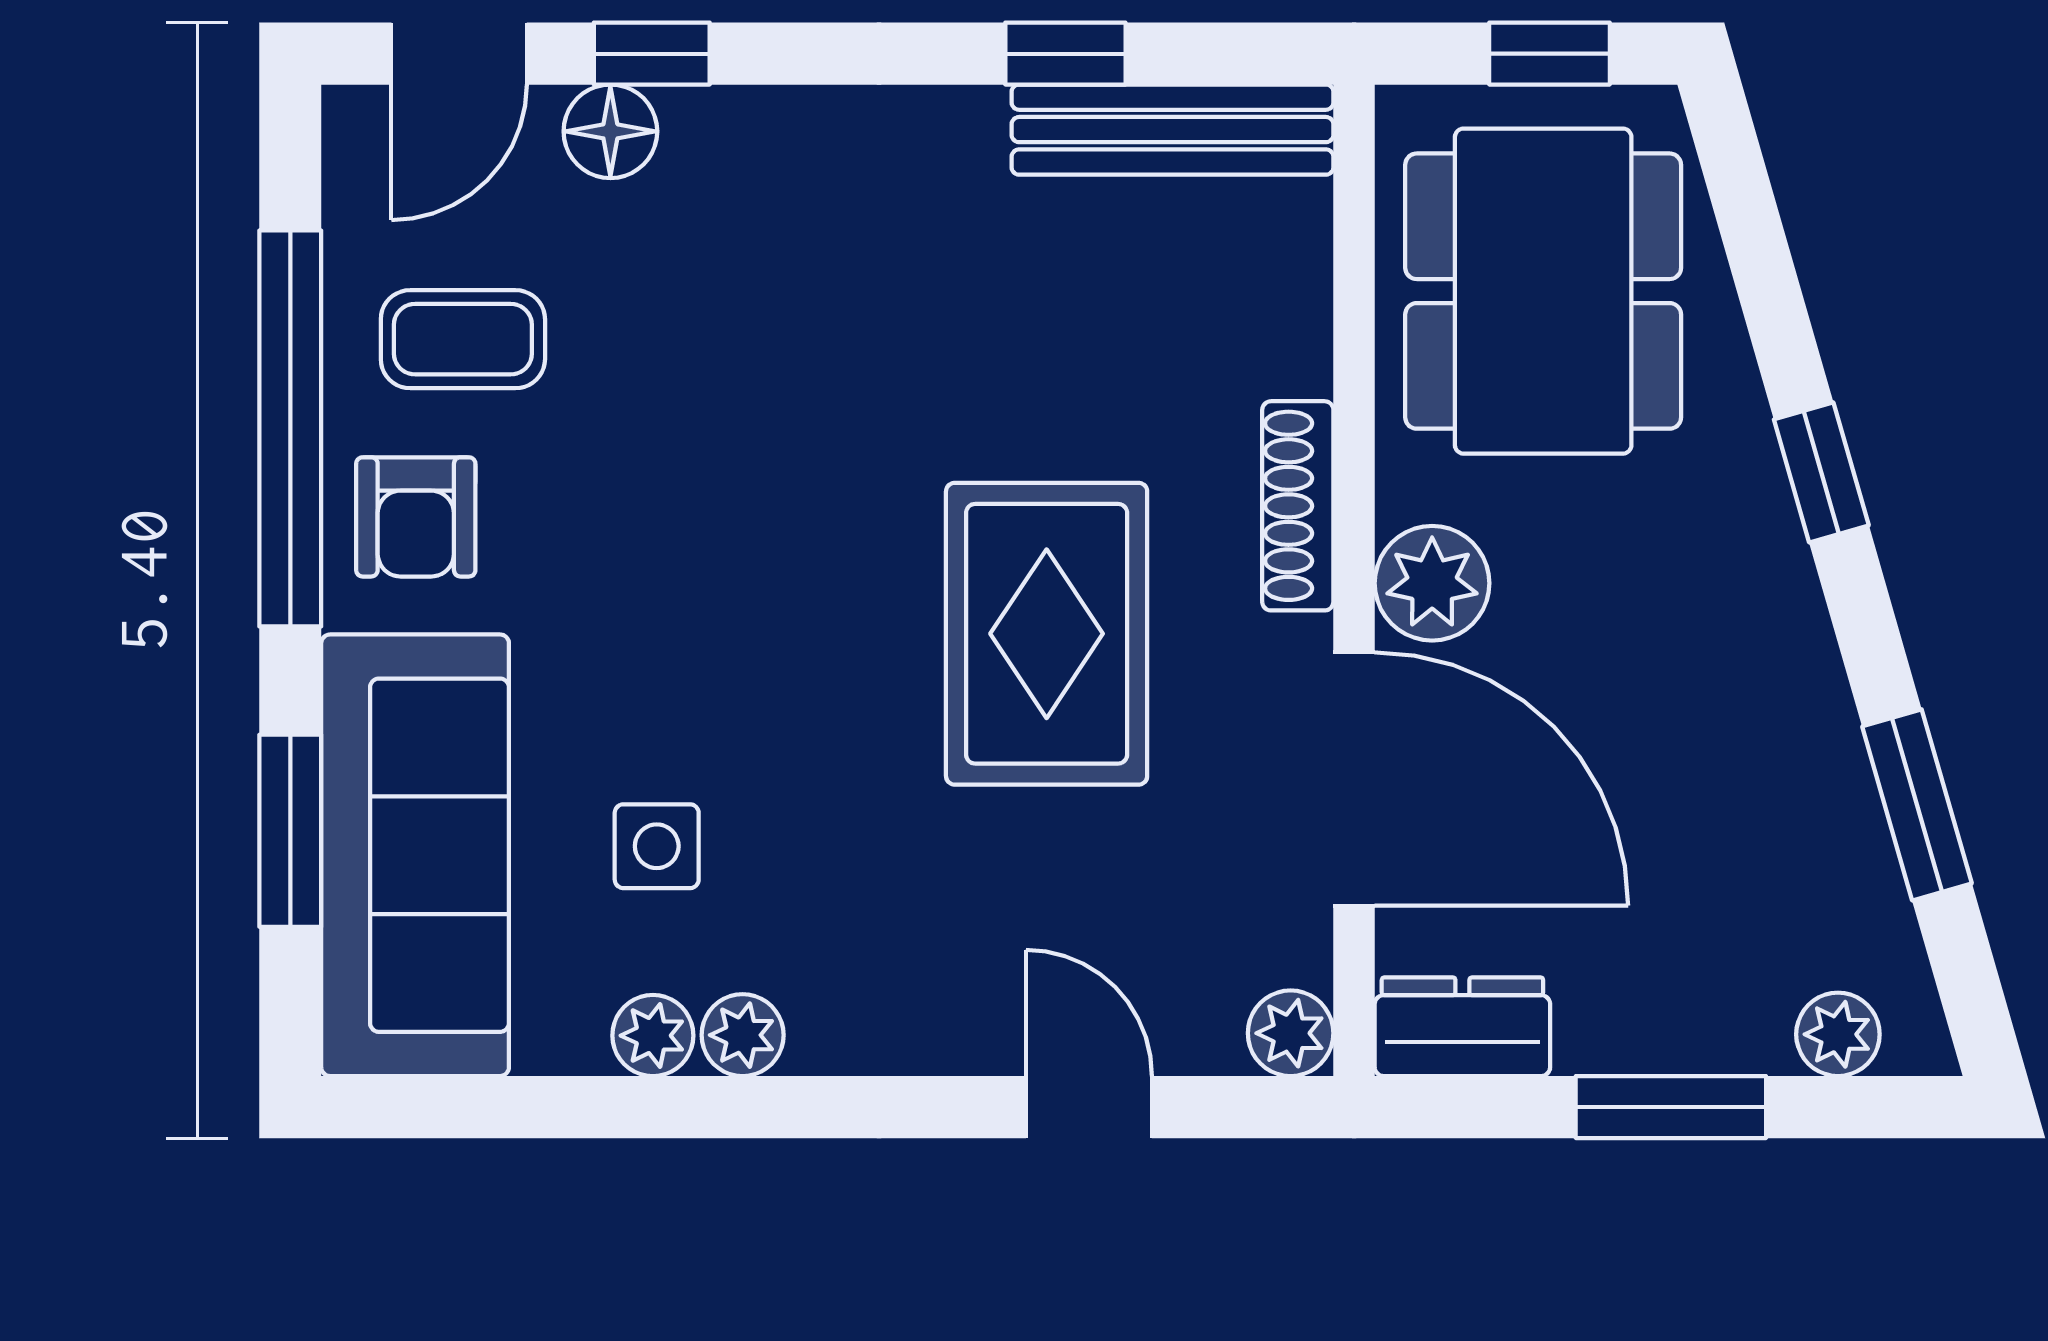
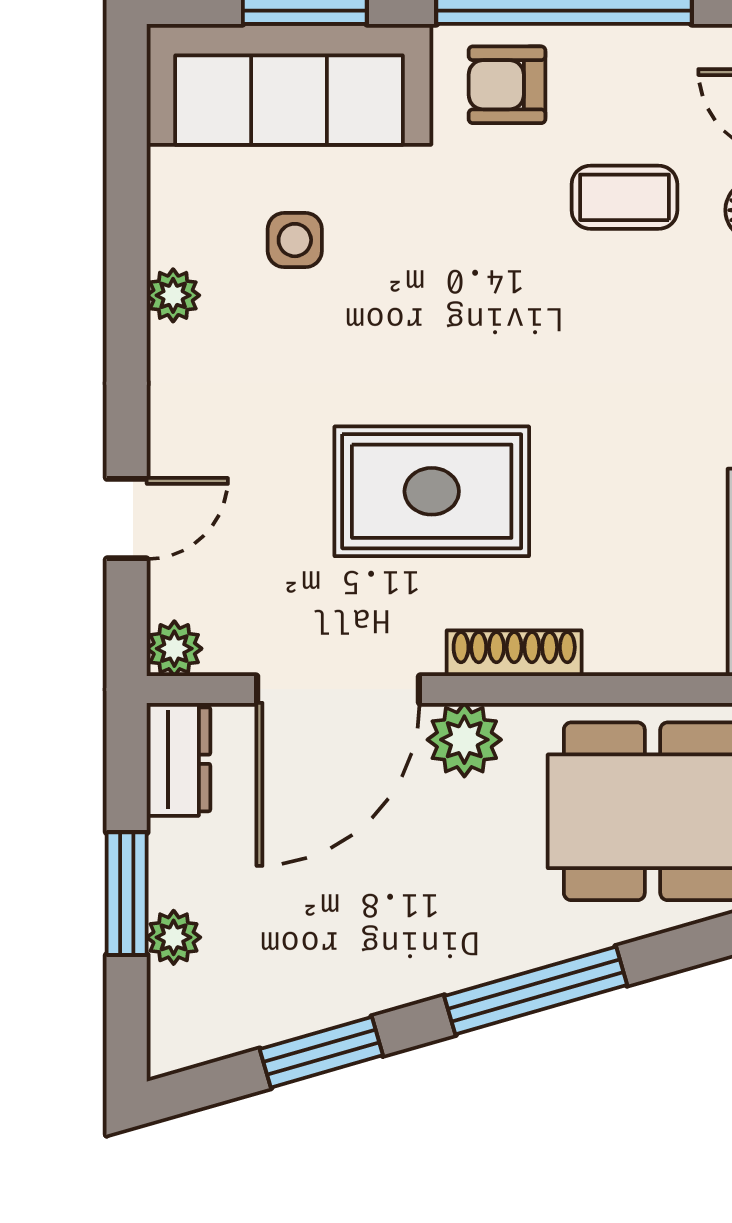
coffee table: (463, 339) -> (624, 197), moved, turned 90
window: (1821, 472) -> (536, 991), width x2.17
plant: (1838, 1034) -> (174, 937), moved
plant: (653, 1036) -> (173, 238), removed

